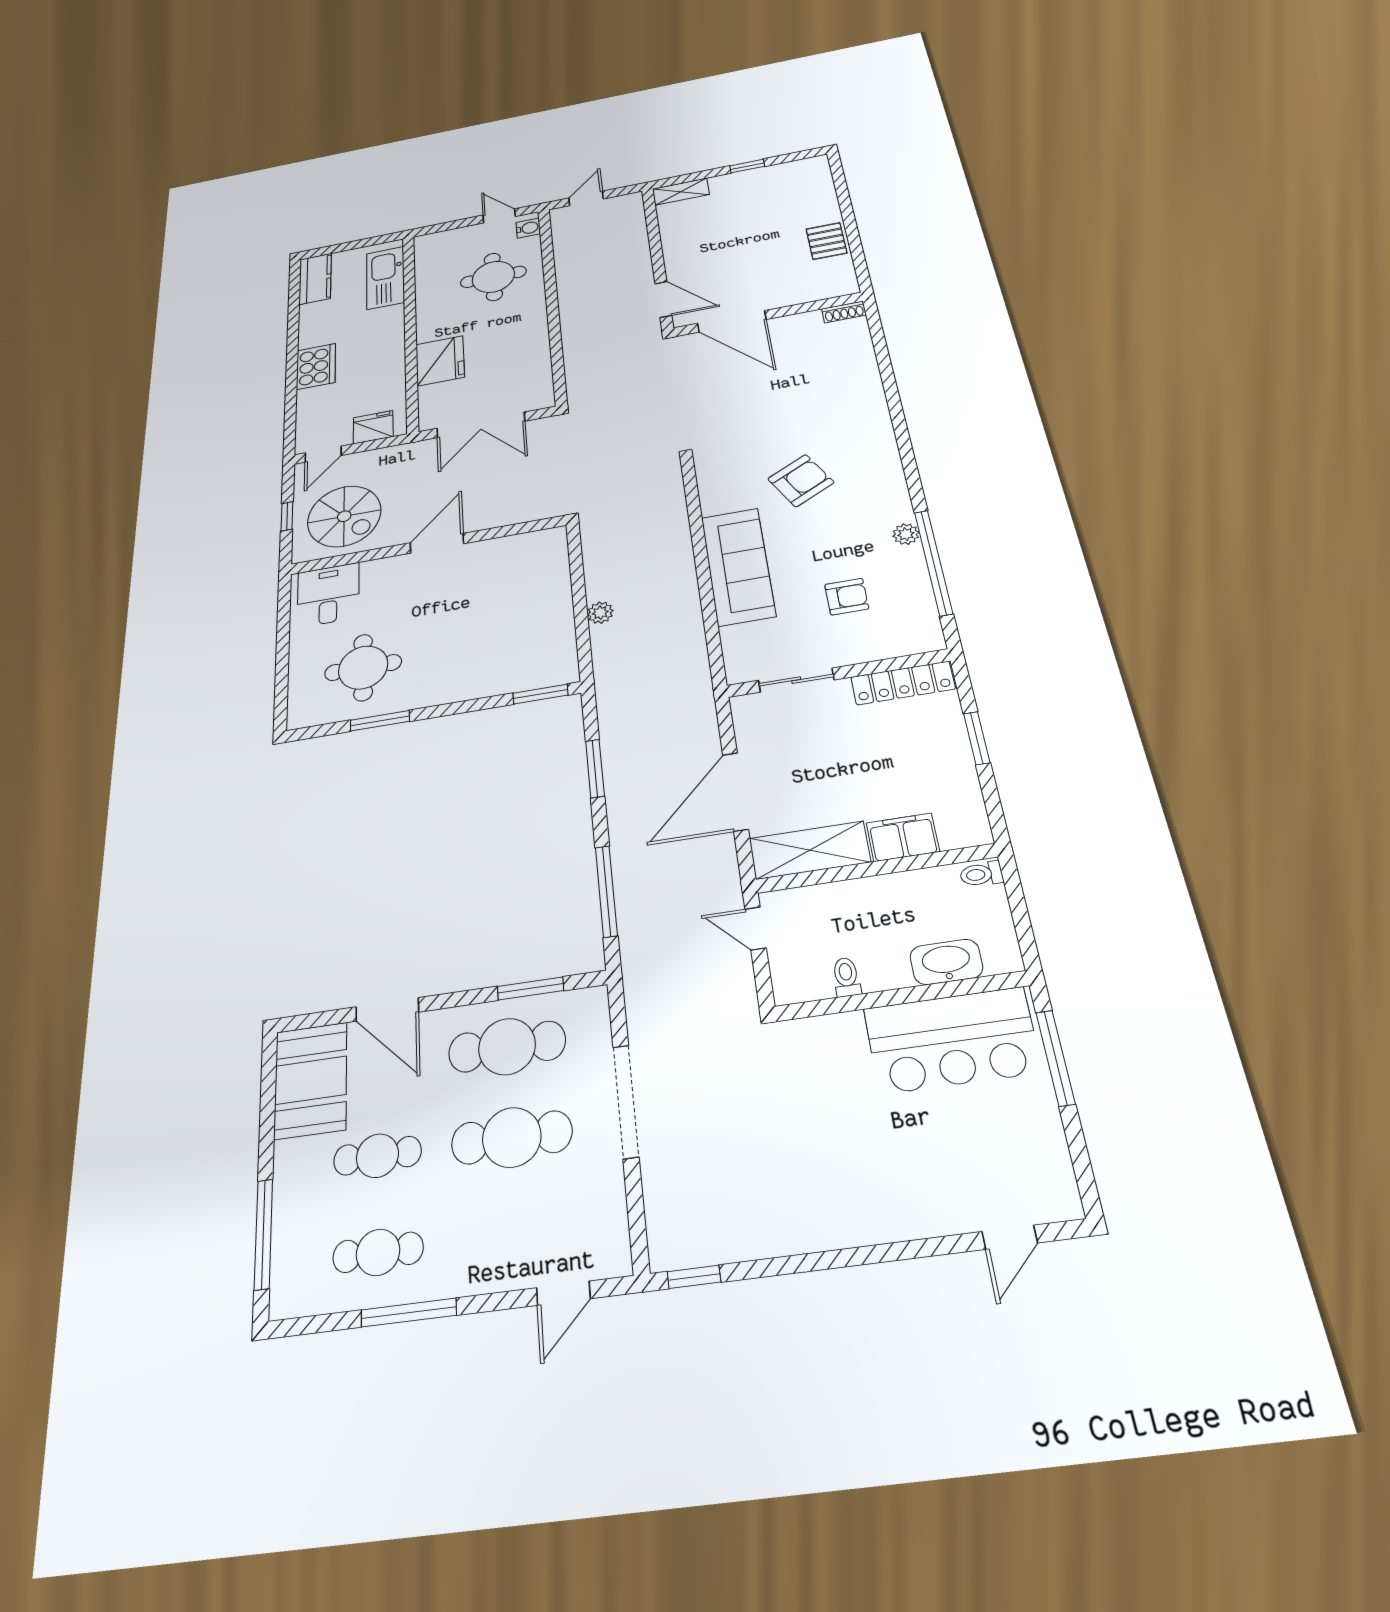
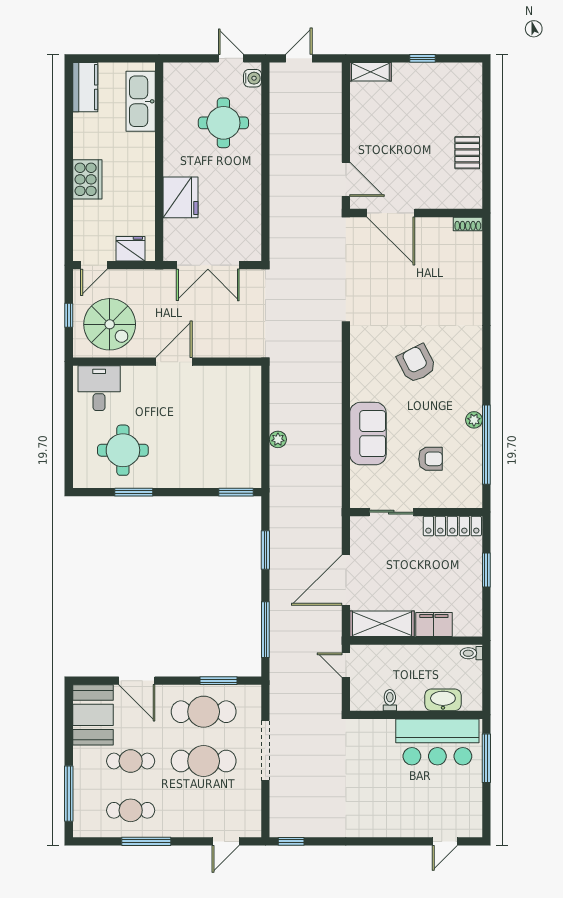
armchair: (801, 481) -> (417, 363), turned -89
sofa: (738, 566) -> (368, 434), width x0.73

